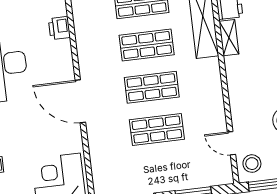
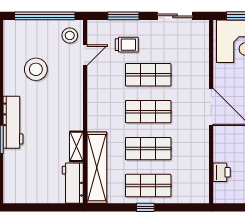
door: (232, 143) -> (85, 55), hinge flipped
trolley: (185, 161) -> (127, 45), added

